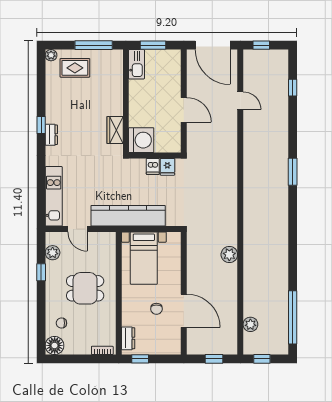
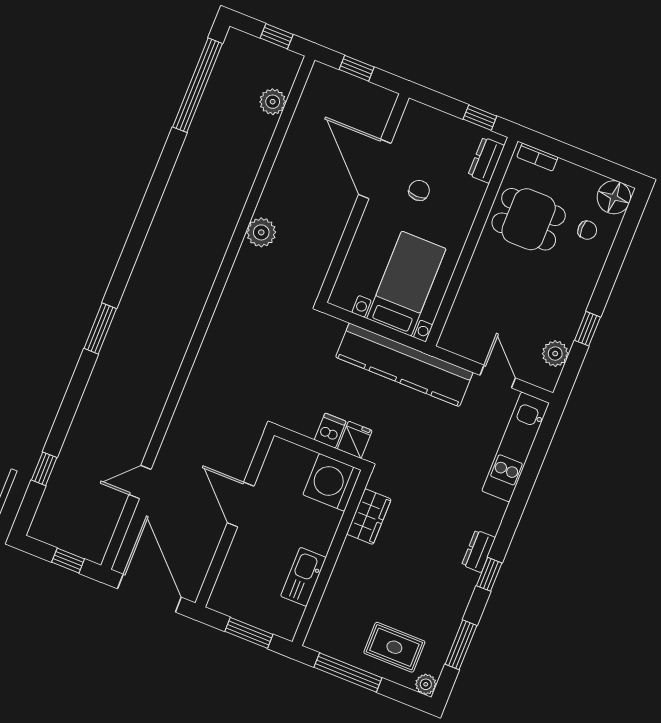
kitchen sink: (136, 64) -> (303, 577), moved
window: (41, 83) -> (461, 645), added
door: (240, 101) -> (140, 482), hinge flipped
fridge: (167, 167) -> (355, 440), moved
dining table: (85, 288) -> (529, 219), moved

